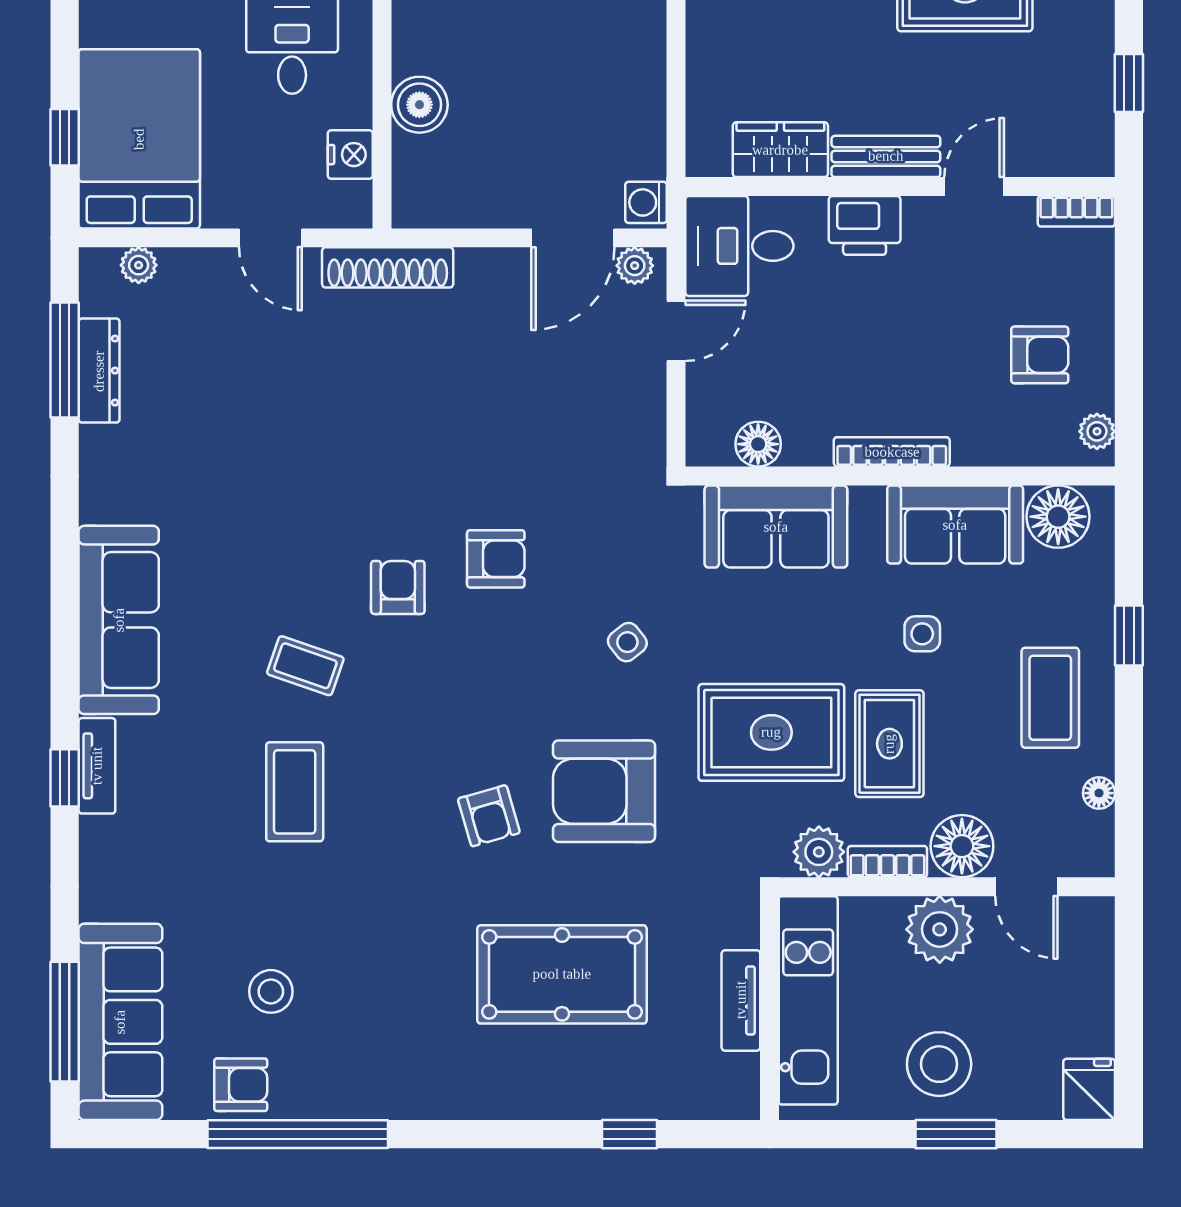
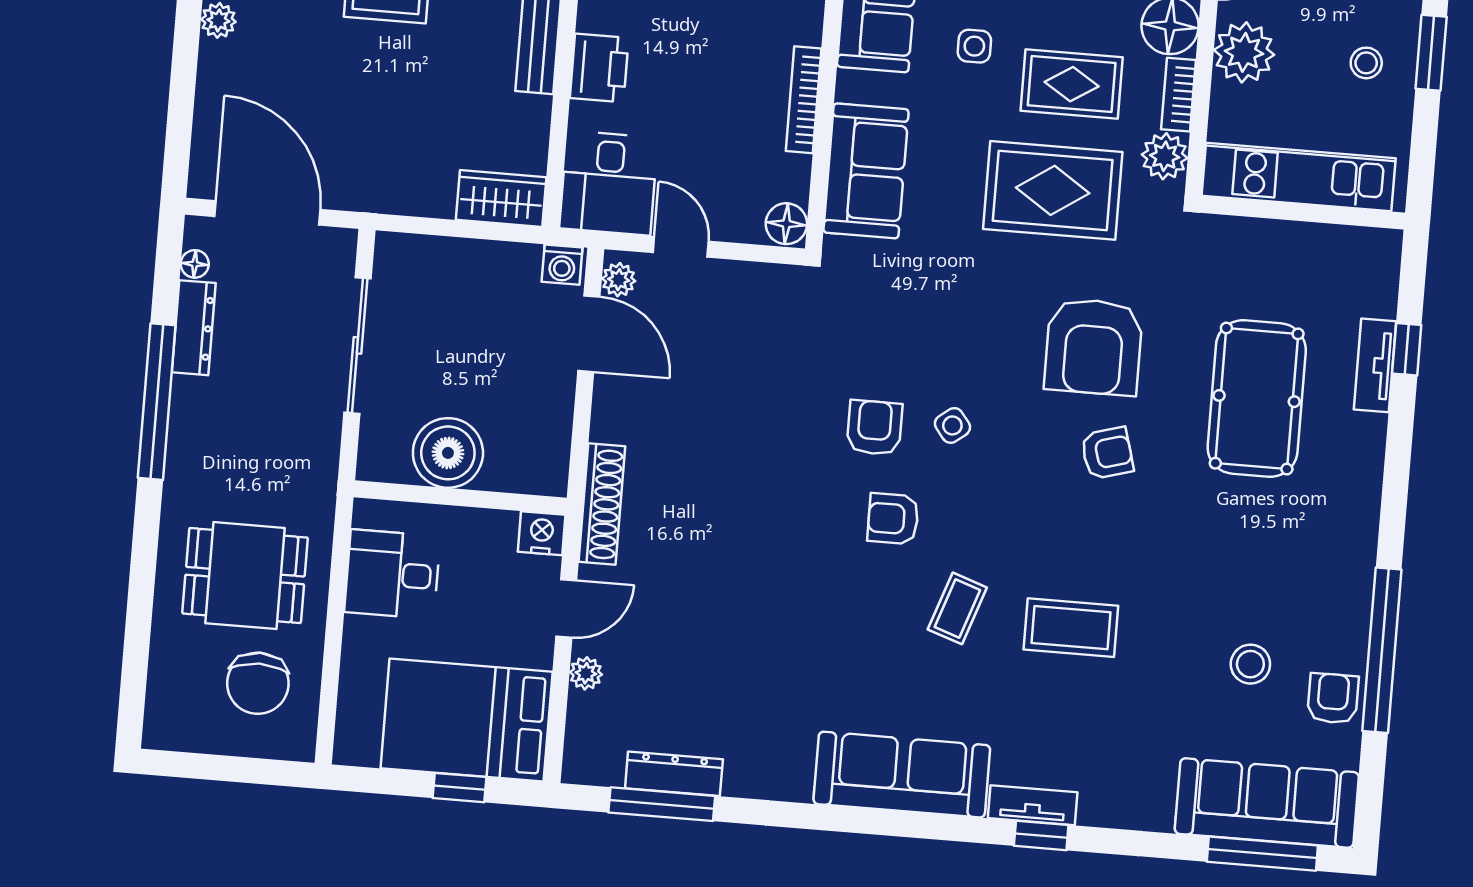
boiler: (419, 105) -> (448, 453), width x1.37, depth x1.37
wardrobe: (780, 150) -> (501, 198), moved, turned 90
nightstand: (350, 155) -> (542, 533), moved
plant: (139, 265) -> (586, 673), moved
floor lamp: (758, 444) -> (786, 224), moved
bookcase: (892, 452) -> (804, 100), moved
side table: (627, 642) -> (952, 425), moved
rug: (771, 732) -> (1053, 190), turned 90
tv unit: (741, 1000) -> (1375, 365), moved, turned 90
stool: (939, 1064) -> (1366, 63), width x0.53, depth x0.53

